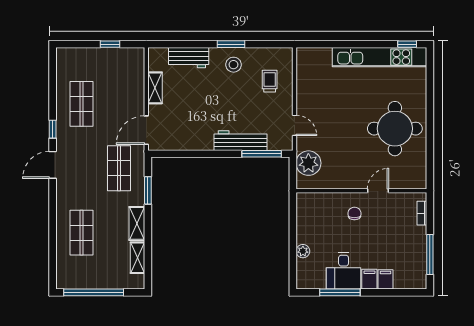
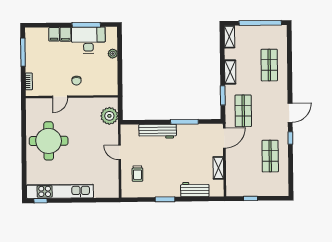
stool: (233, 65) -> (163, 185), removed
door: (294, 125) -> (120, 152), moved
window: (262, 154) -> (184, 122), moved
shelving: (137, 258) -> (229, 37), moved
desk: (344, 271) -> (88, 40), width x1.37

